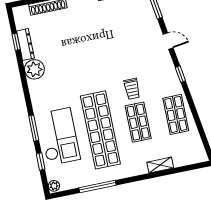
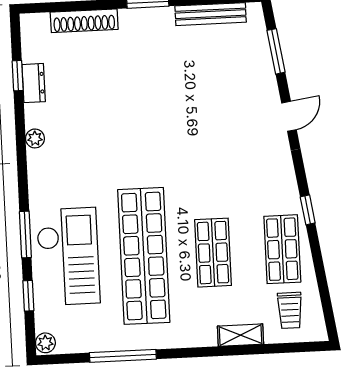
door: (168, 41) -> (289, 116), hinge flipped
dresser: (25, 45) -> (34, 83), width x0.70
plant: (34, 69) -> (35, 138), width x0.53, depth x0.53
window: (180, 74) -> (308, 210), moved
trolley: (132, 89) -> (290, 310), moved

